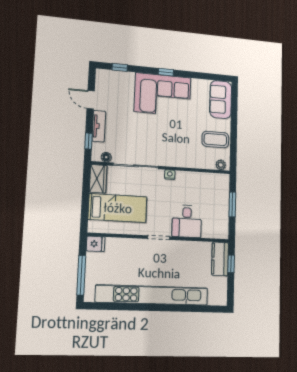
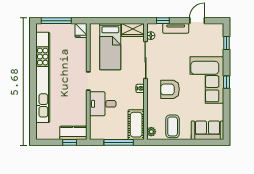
armchair: (172, 139) -> (170, 89), added
cot: (212, 182) -> (136, 125), added
window: (232, 204) -> (119, 142), width x1.44

